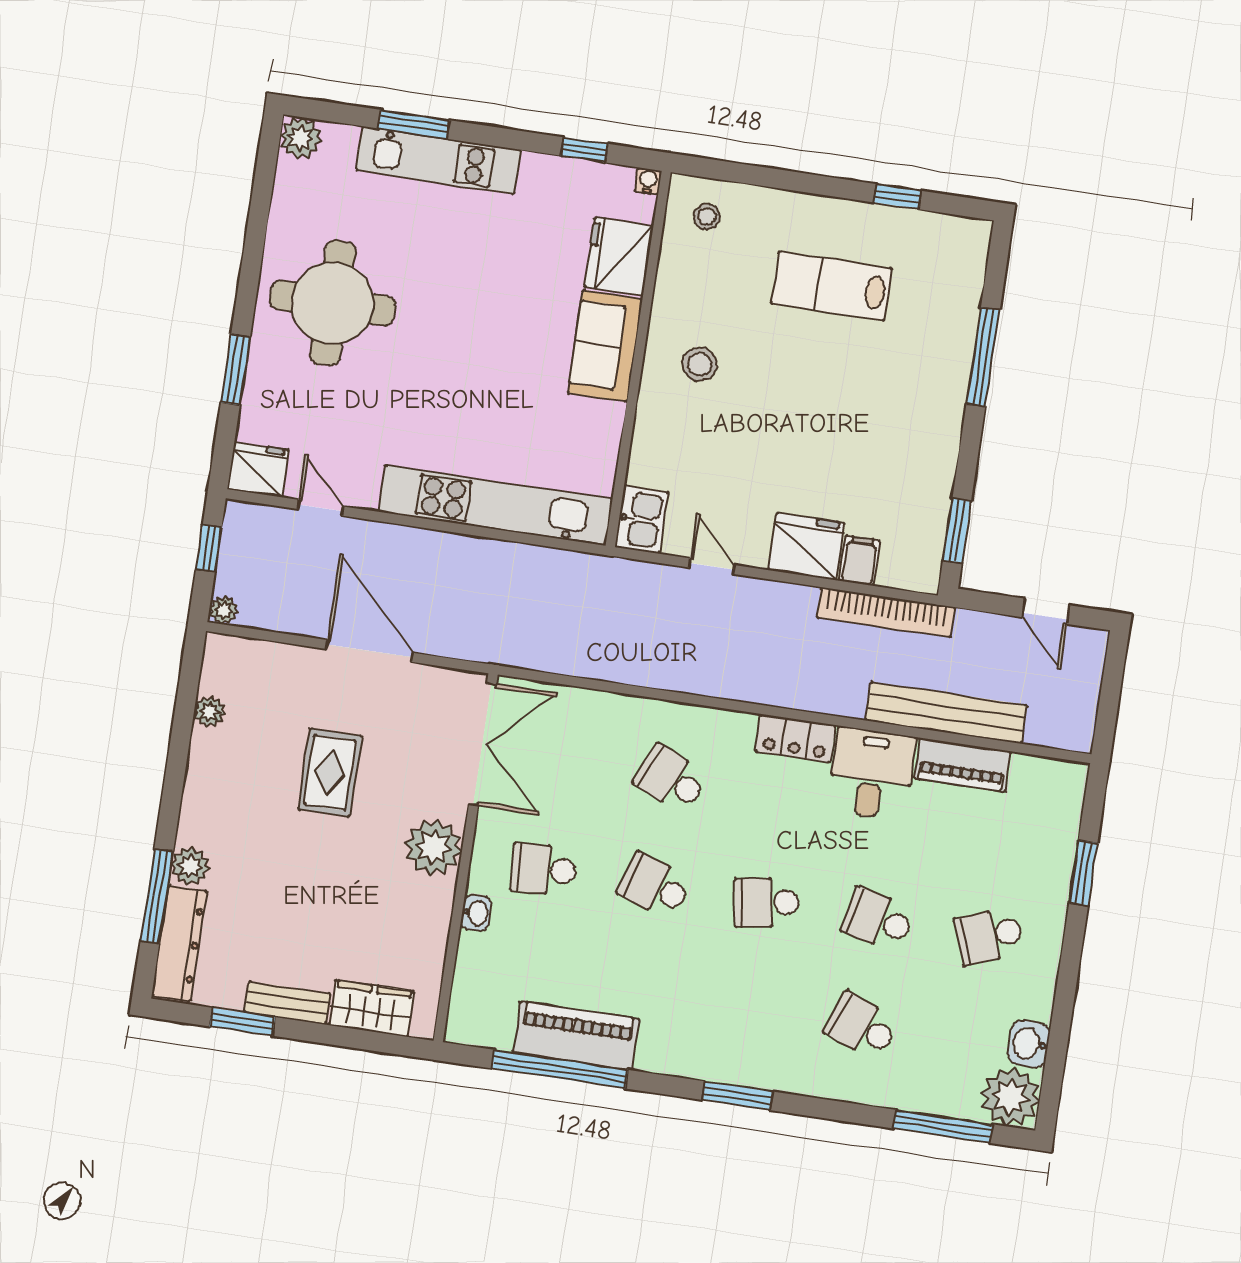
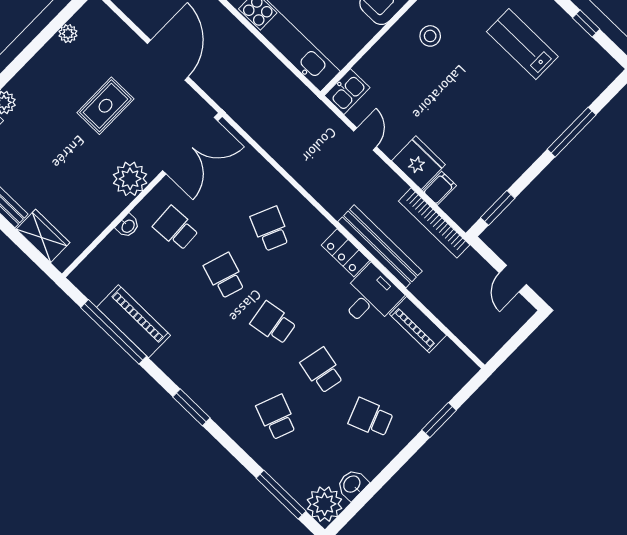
bench: (946, 713) -> (380, 246), moved

